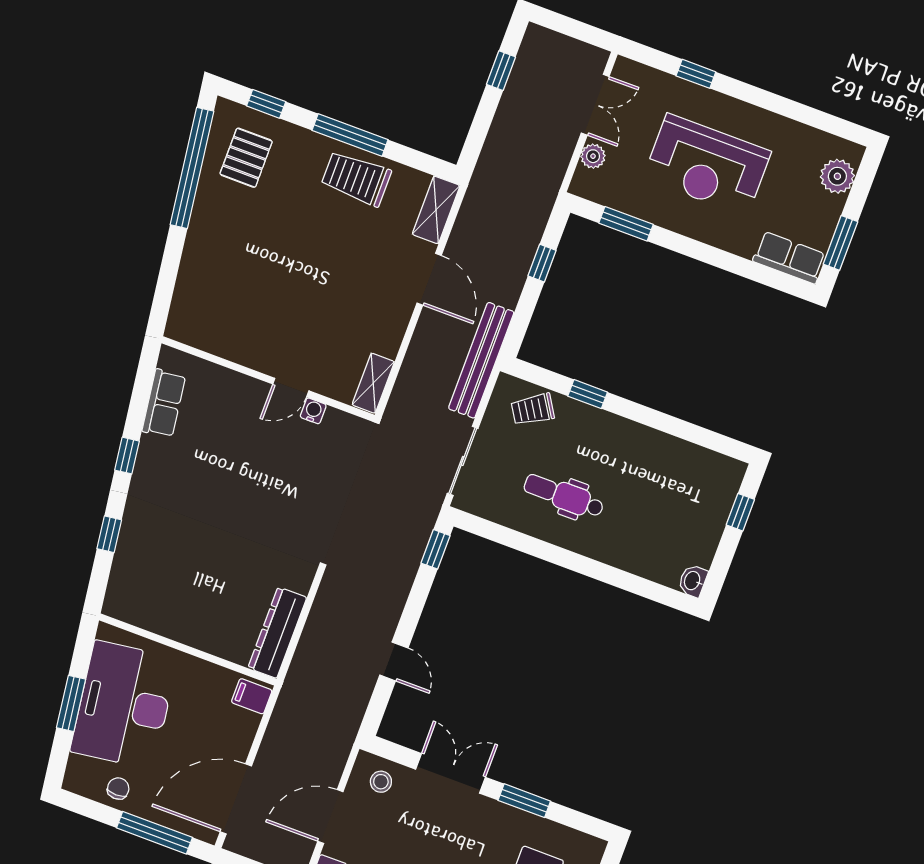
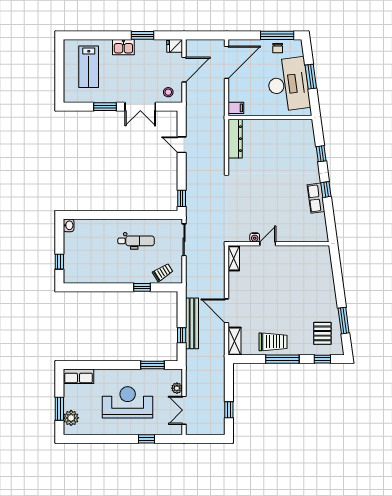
window: (192, 168) -> (344, 321), width x0.47
window: (840, 243) -> (59, 409), moved
bench: (481, 360) -> (192, 323), moved
row of seats: (164, 403) -> (316, 198), moved
window: (155, 833) -> (277, 35), moved

